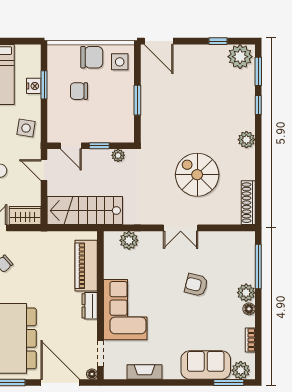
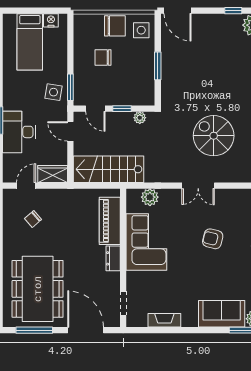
window: (44, 85) -> (70, 87), moved
nightstand: (34, 86) -> (51, 20), moved, turned -90
corner sofa: (125, 310) -> (146, 242), moved
floor lamp: (92, 374) -> (115, 322), removed

